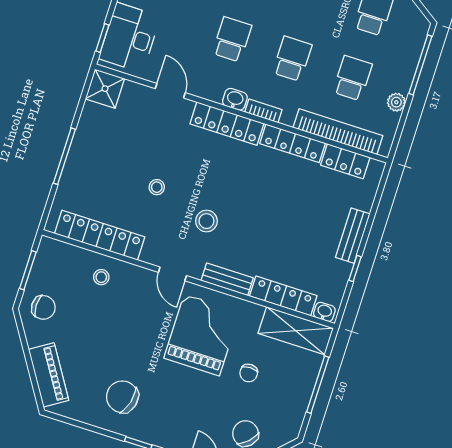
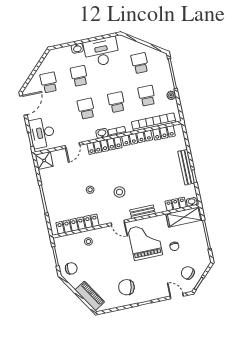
door: (170, 91) -> (72, 145), swing flipped
bench: (353, 236) -> (186, 167), width x1.36
locker: (283, 296) -> (176, 204), width x0.66

